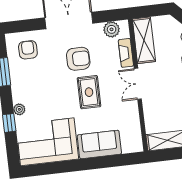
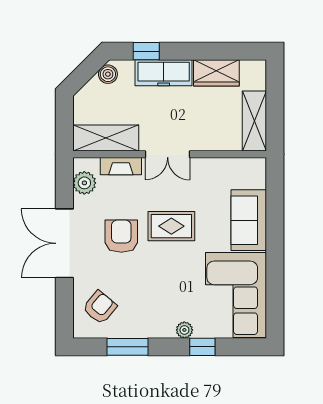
armchair: (28, 50) -> (100, 307), turned 130

